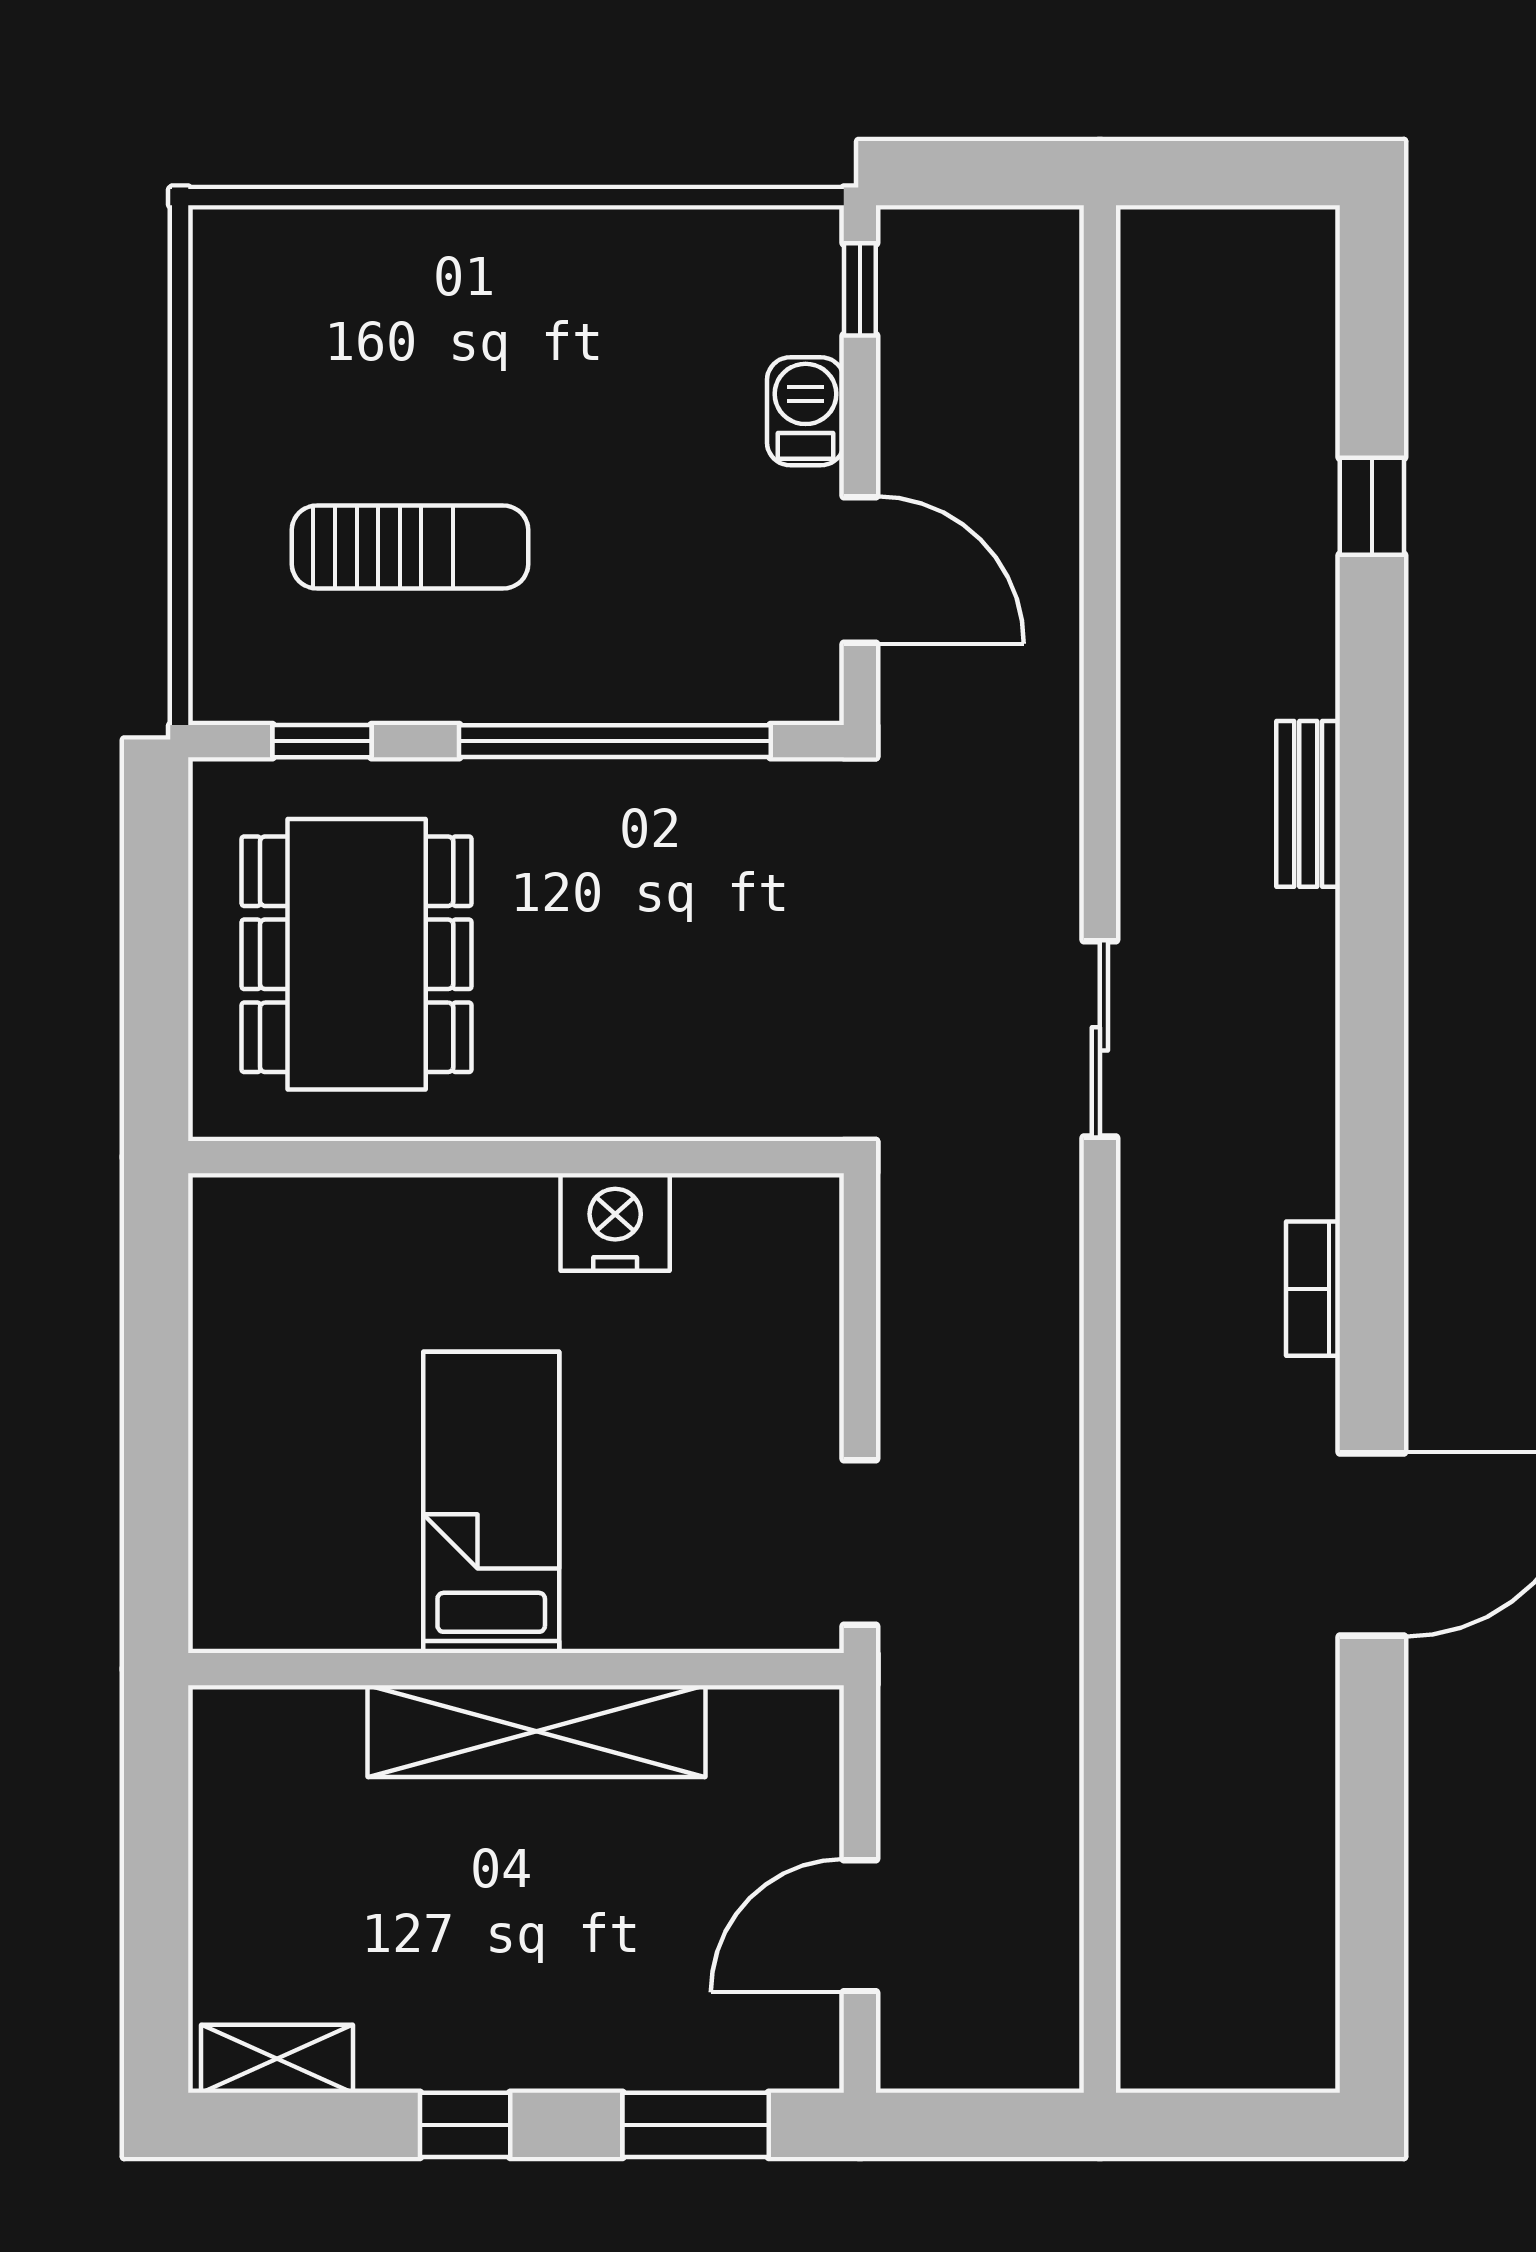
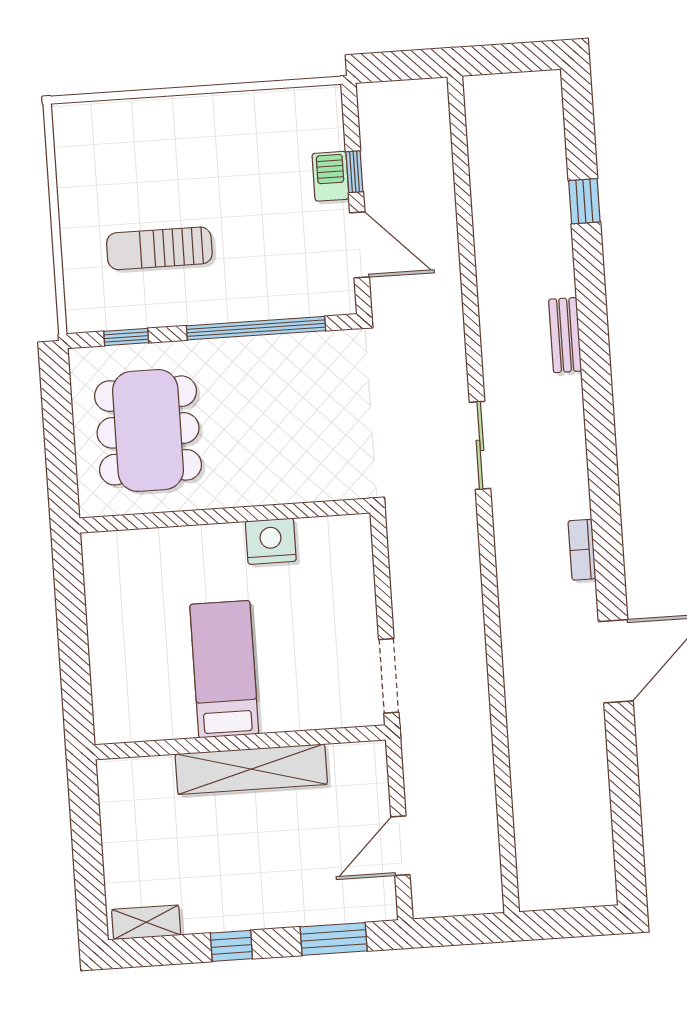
window: (860, 289) -> (354, 172), moved
sun lounger: (410, 547) -> (159, 248), turned 180

